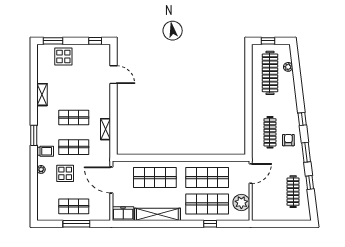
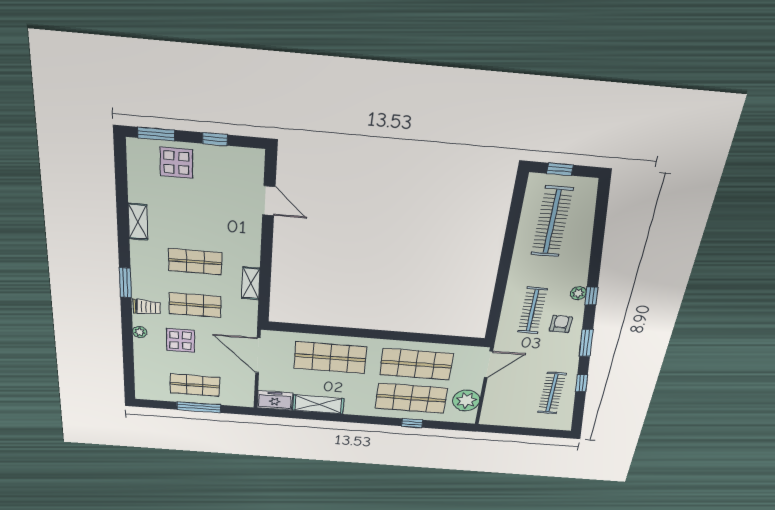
window: (95, 41) -> (215, 139), moved
plant: (288, 67) -> (578, 293), moved
shelving: (157, 214) -> (318, 404), width x0.68

